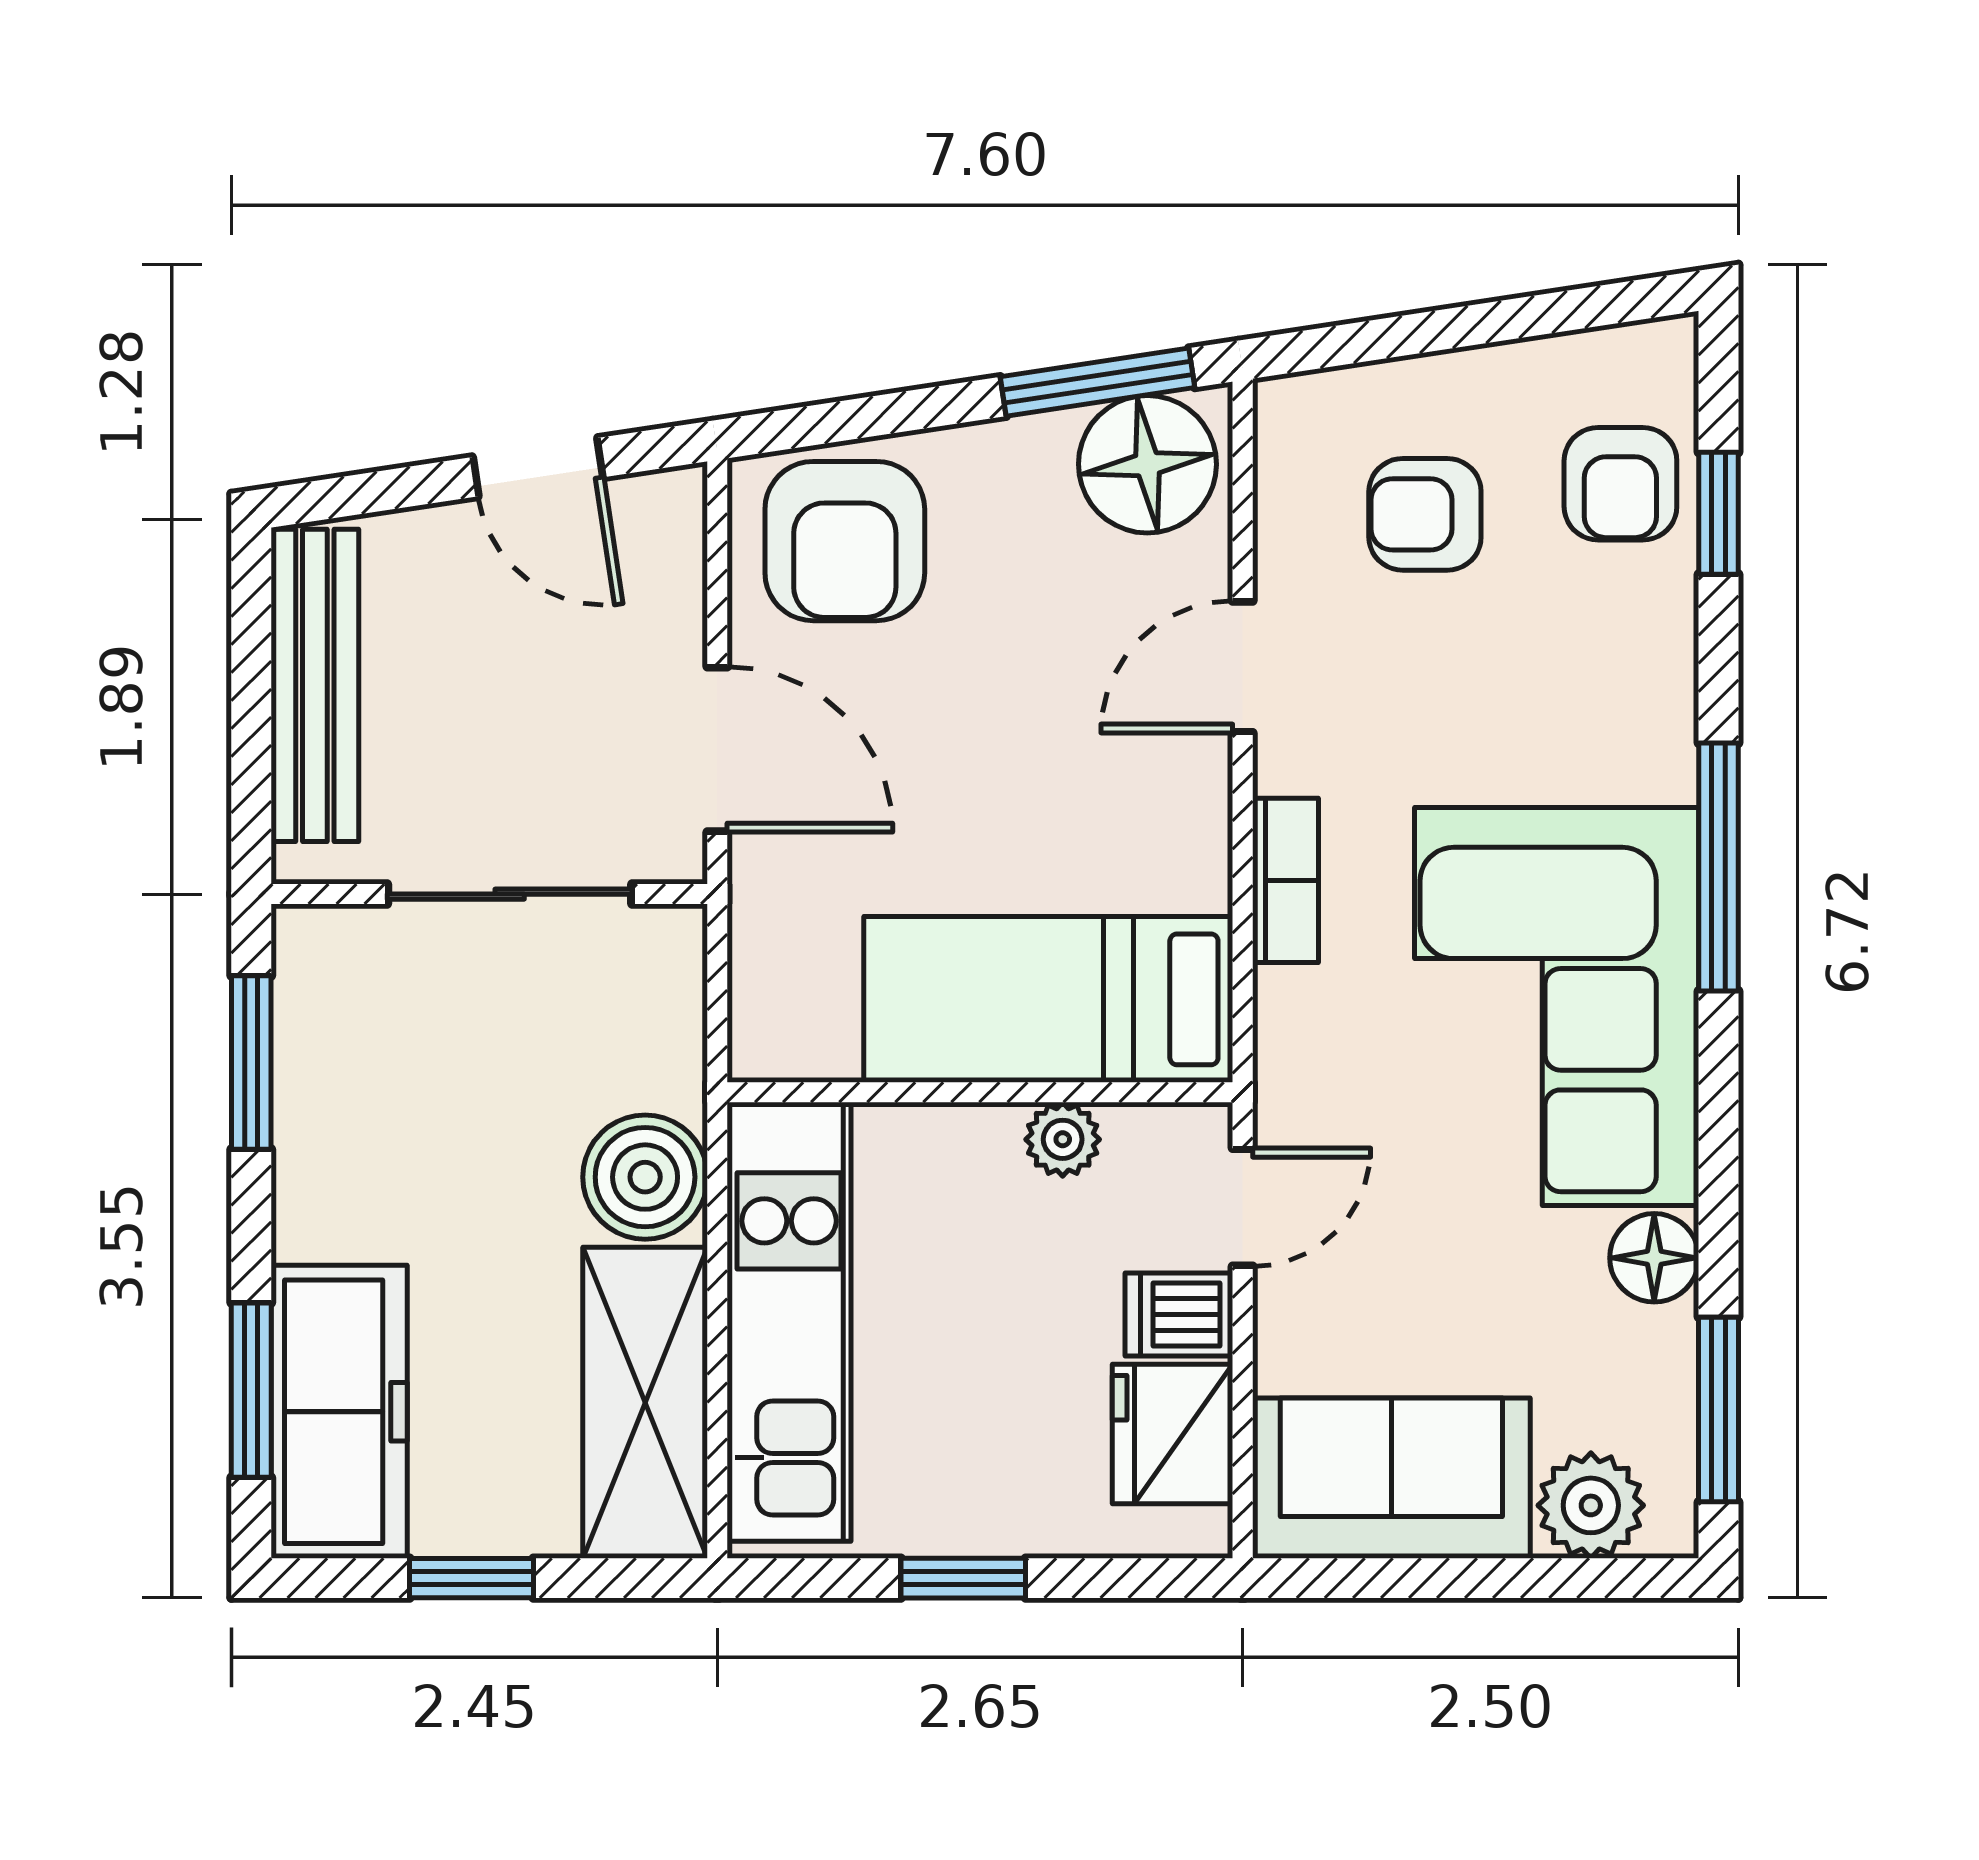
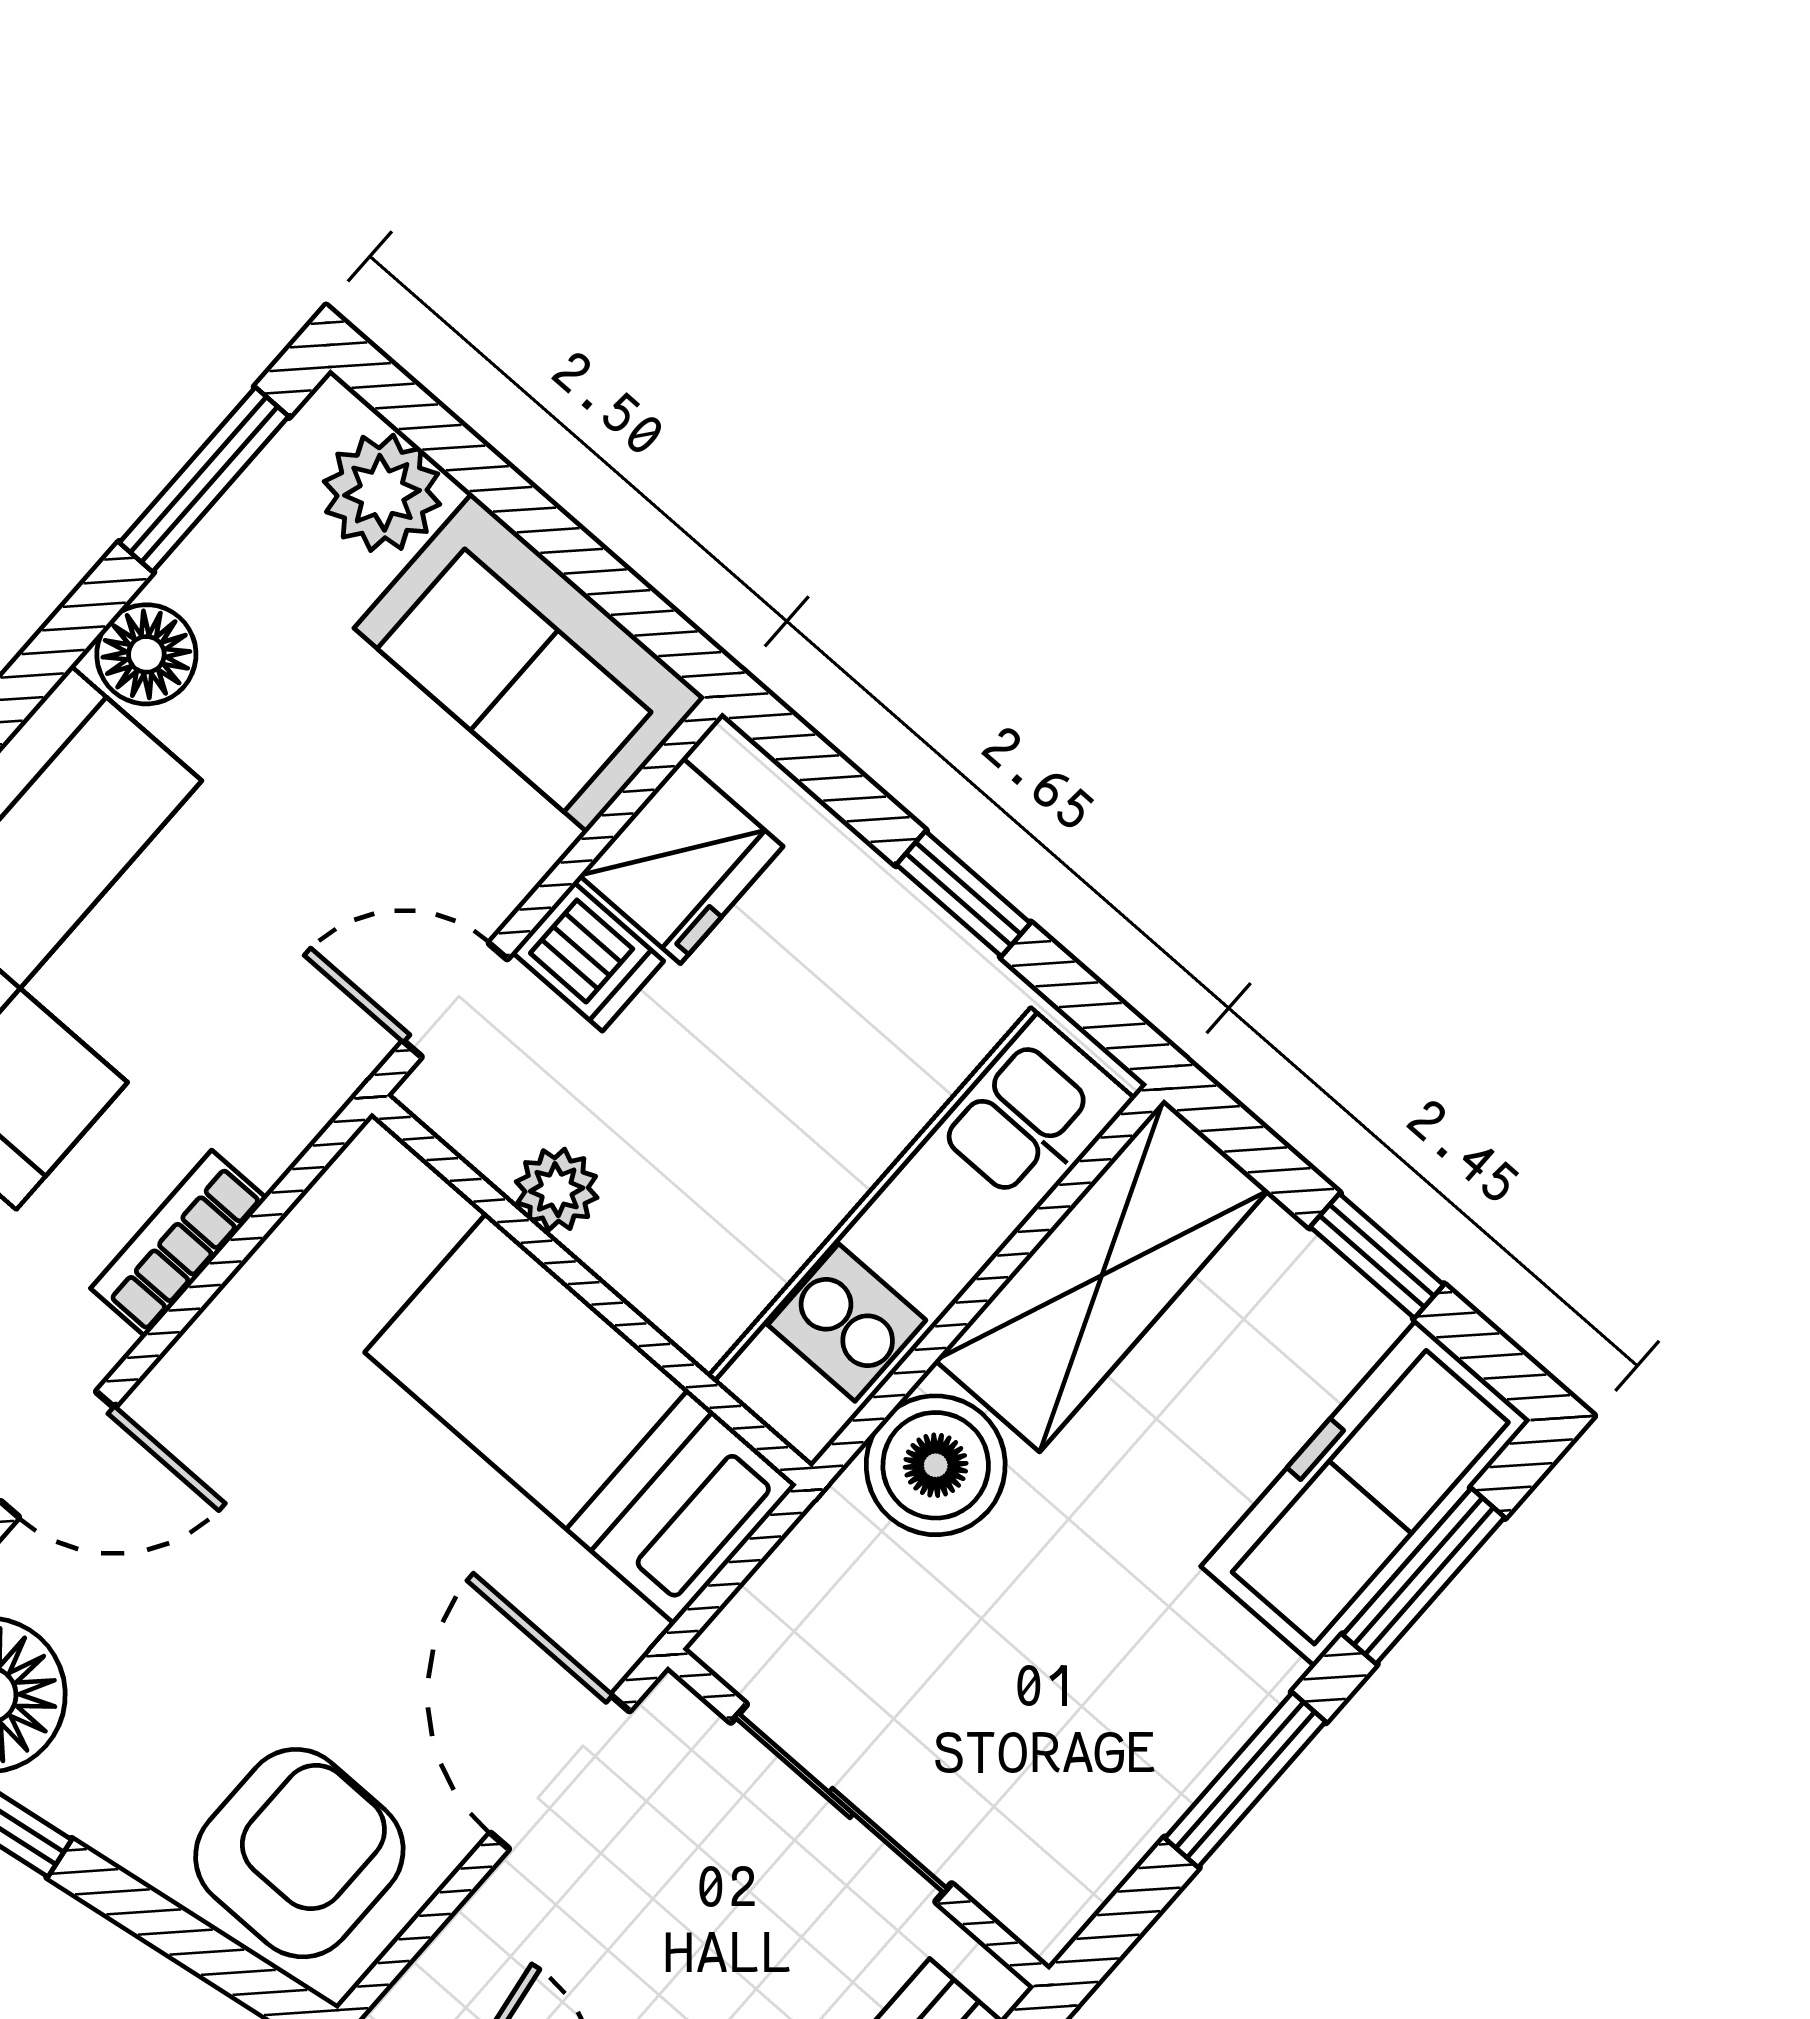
bed: (1048, 999) -> (581, 1418), moved, turned 180
window: (251, 1062) -> (1245, 1780), moved

